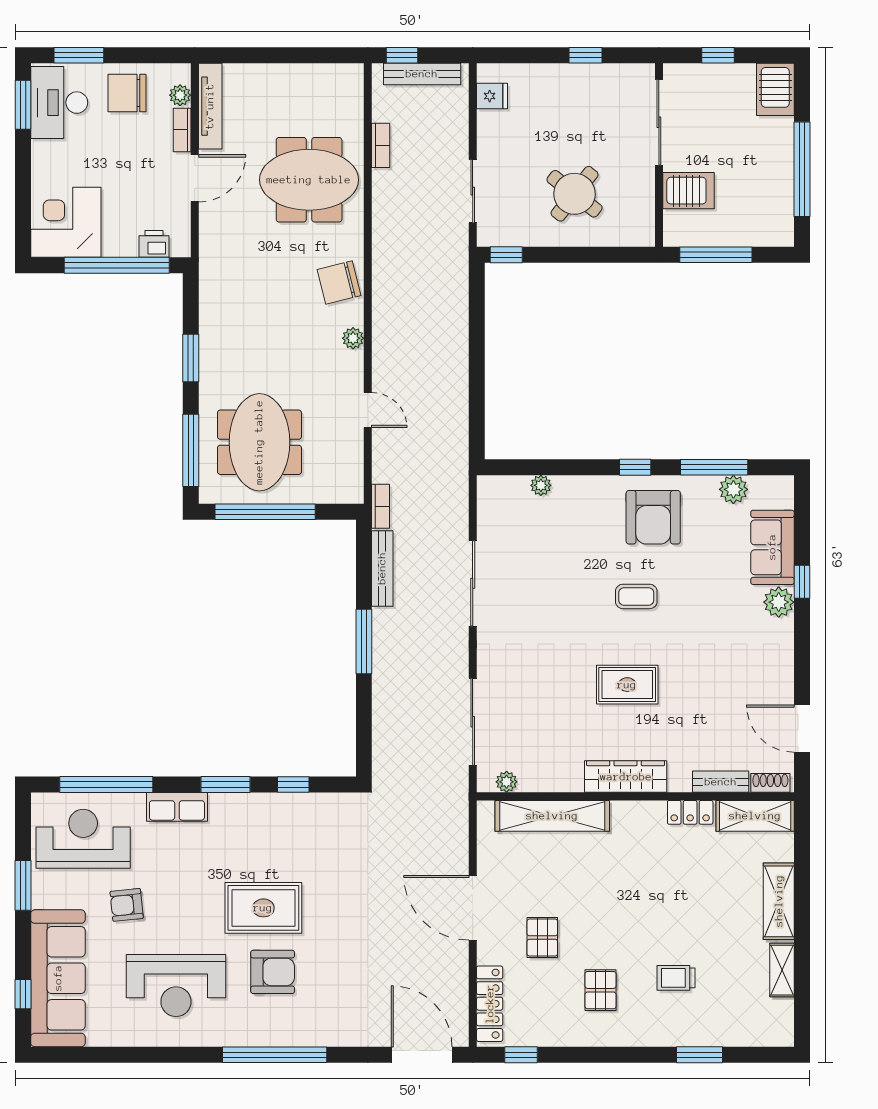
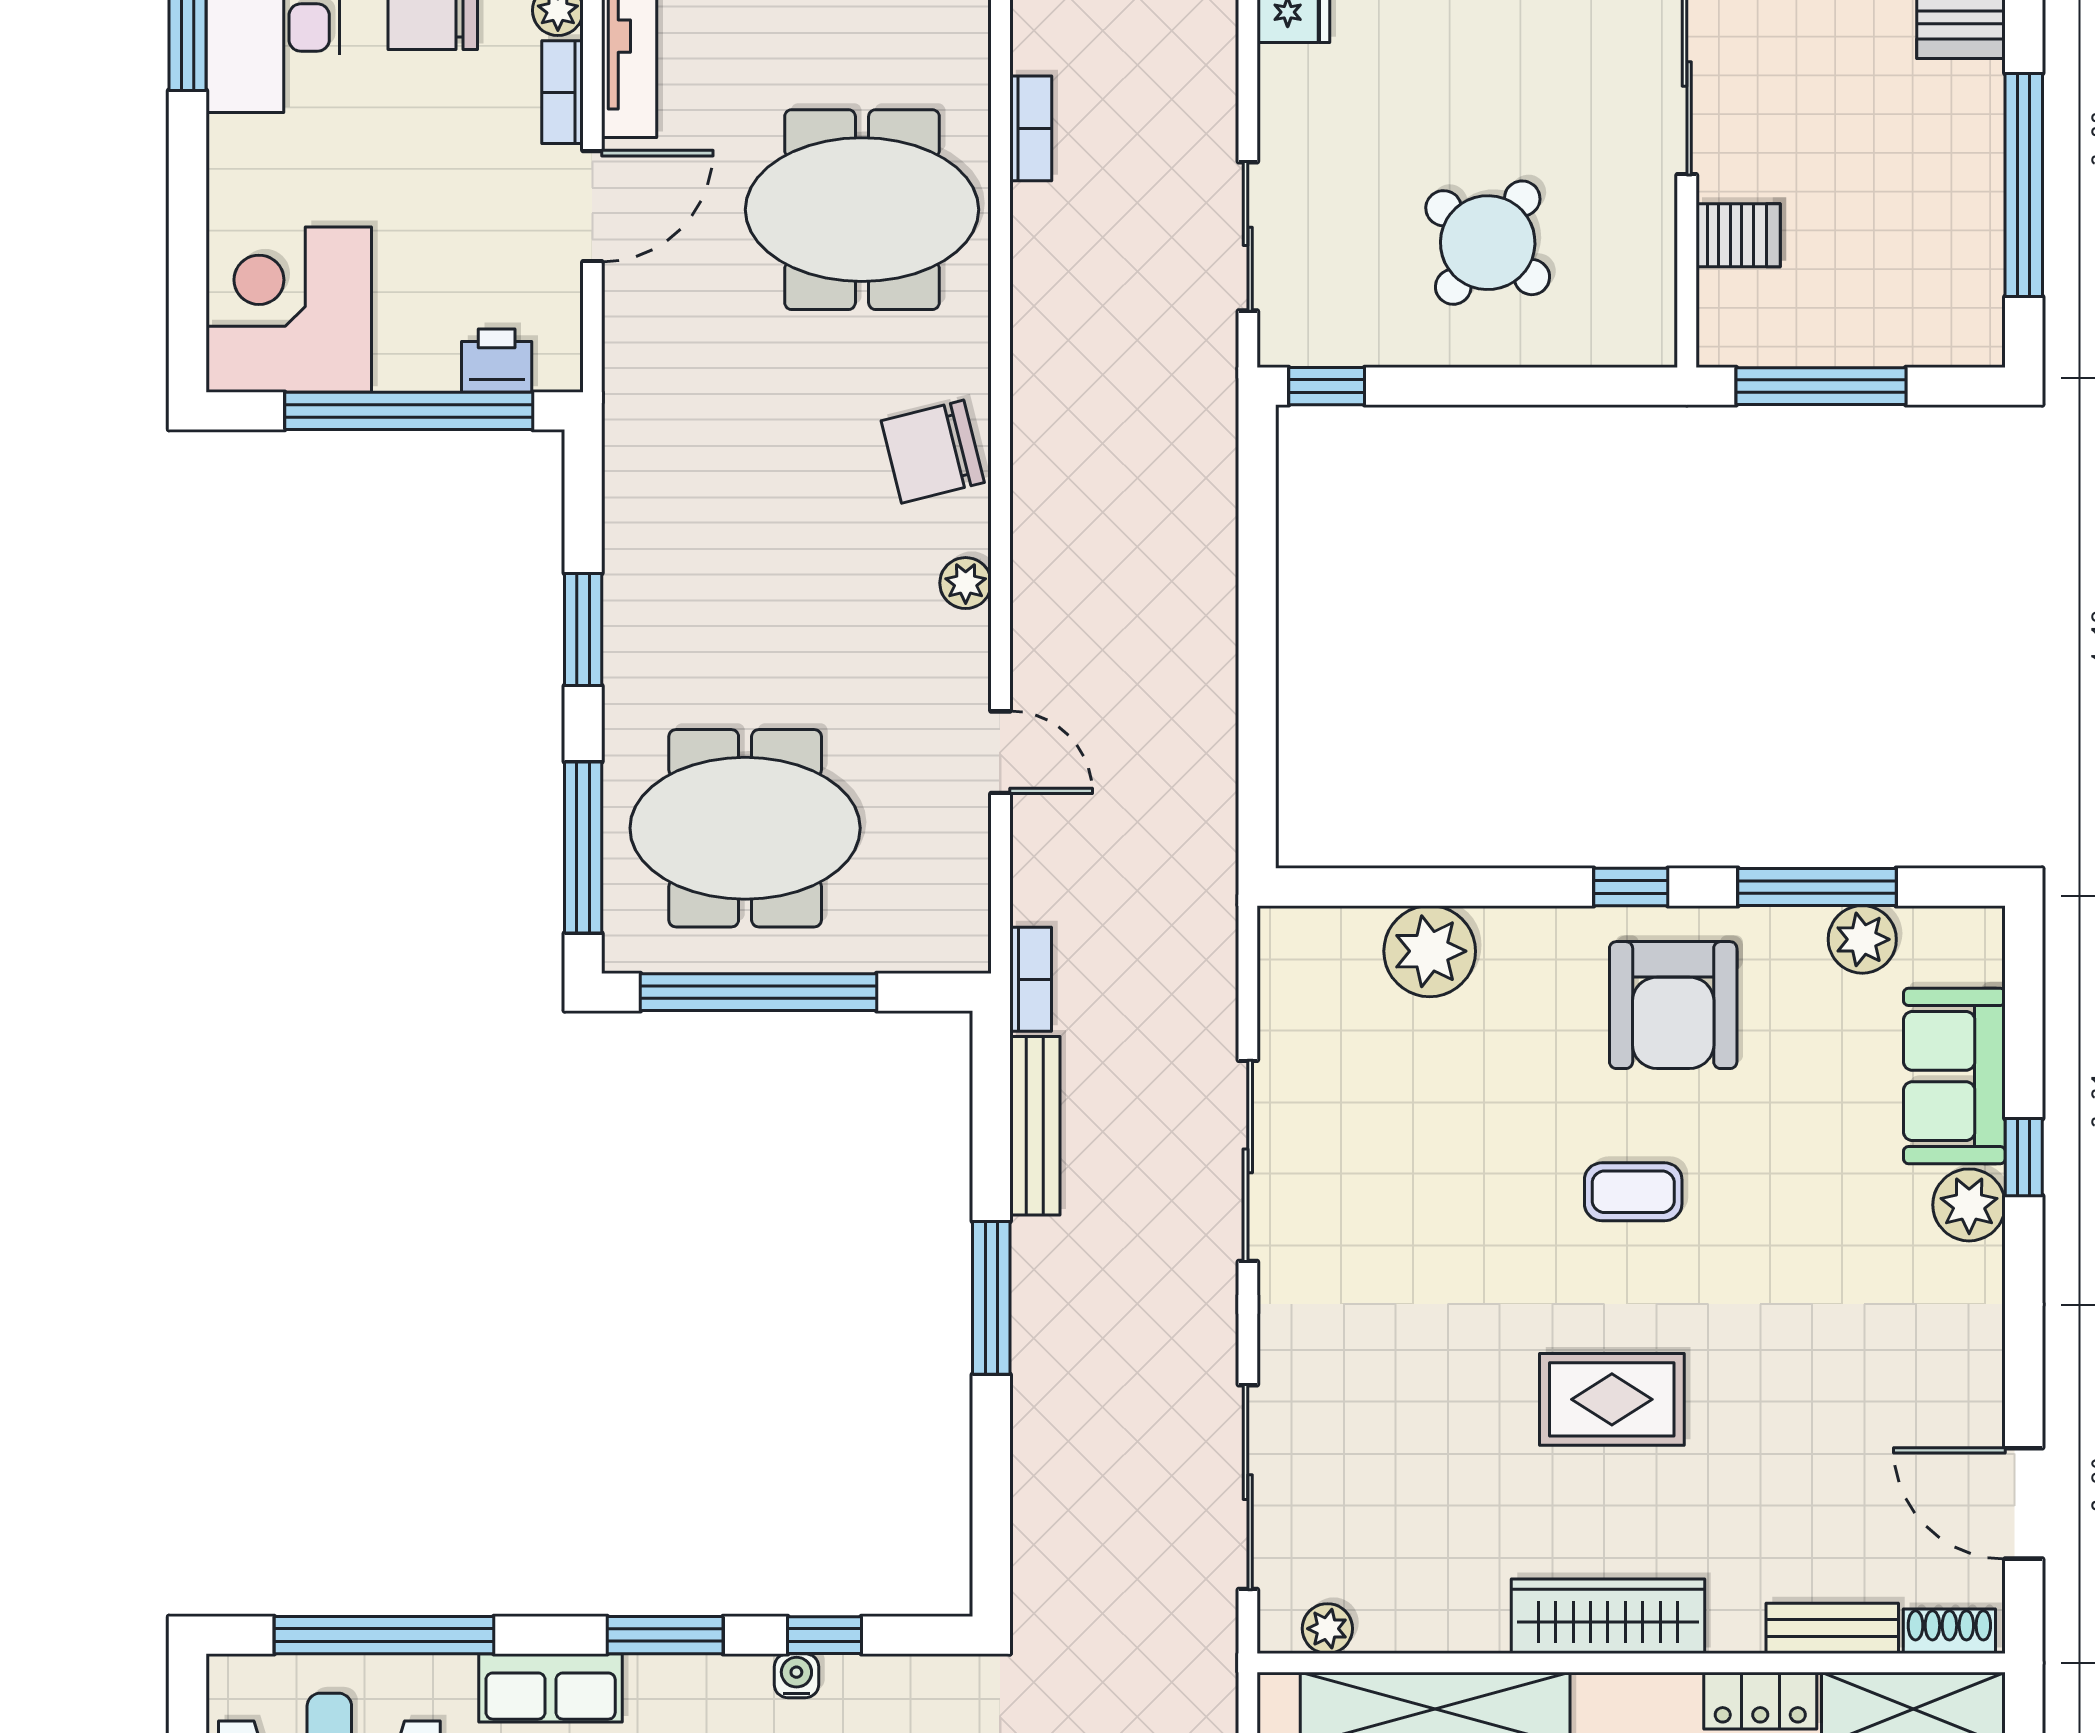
server rack: (689, 191) -> (1738, 235), width x0.73, depth x0.70
meeting table: (259, 442) -> (745, 828), turned 90
plant: (541, 485) -> (1430, 951), width x1.88, depth x1.88
water cooler: (281, 802) -> (796, 1676), added

